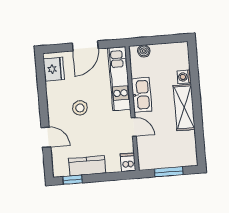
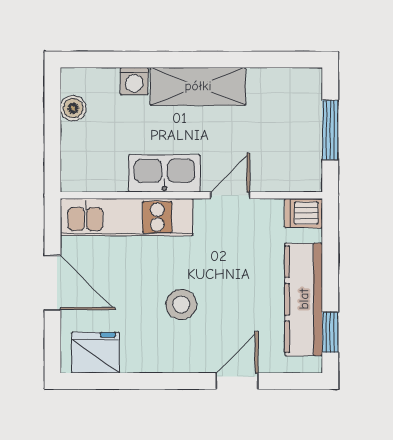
boiler: (144, 51) -> (73, 108), moved
kitchen counter: (87, 166) -> (304, 299), width x1.50

